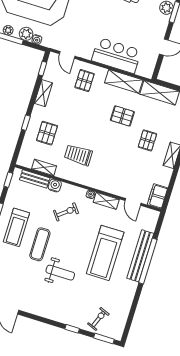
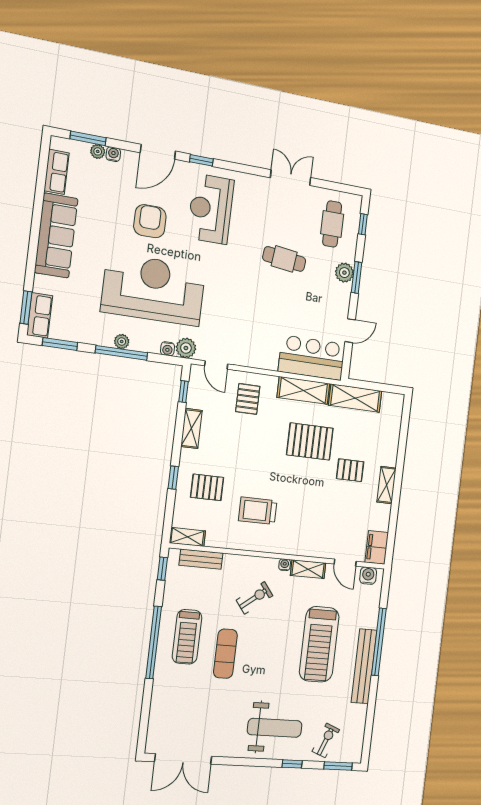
plant: (26, 34) -> (186, 348), moved
bar counter: (116, 55) -> (312, 358), moved
pallet: (122, 116) -> (310, 441), width x1.50, depth x1.42
pallet: (47, 133) -> (207, 487), turned 90
pallet: (147, 140) -> (350, 470), turned 90
shelving: (44, 167) -> (187, 537), moved
water cooler: (55, 186) -> (368, 576), moved
bench: (140, 256) -> (364, 666), moved
weight bench: (60, 273) -> (275, 728), moved, width x1.36, depth x1.33

